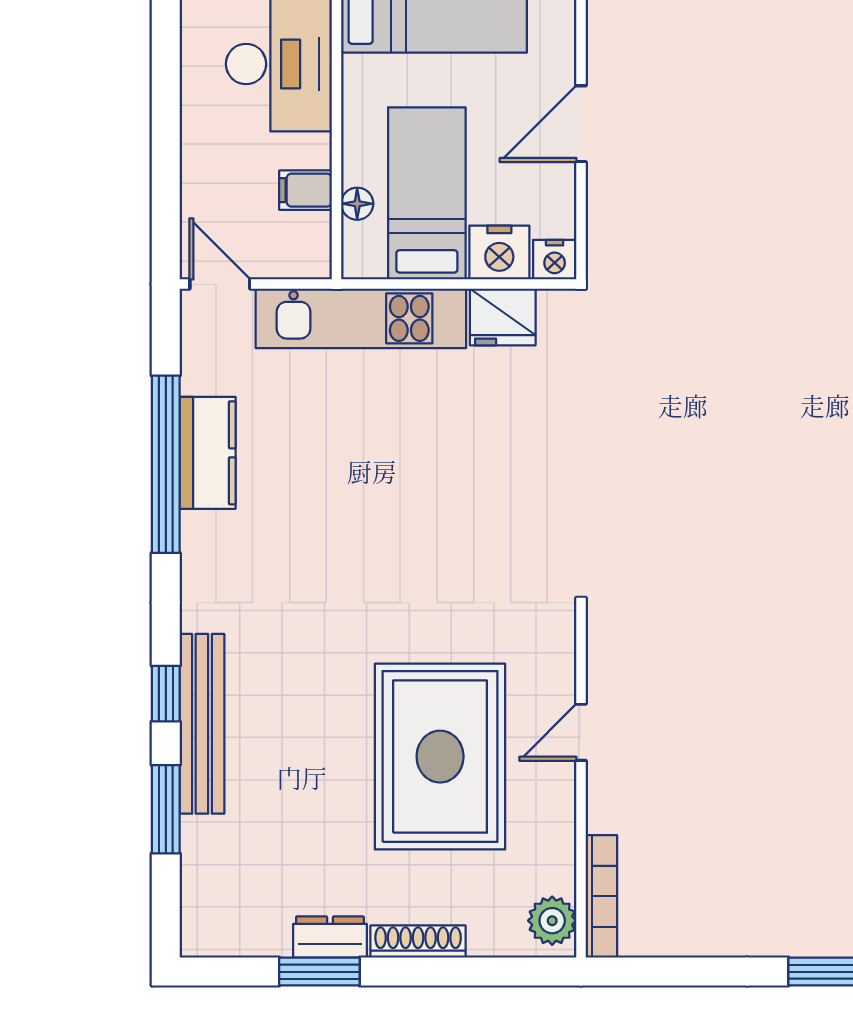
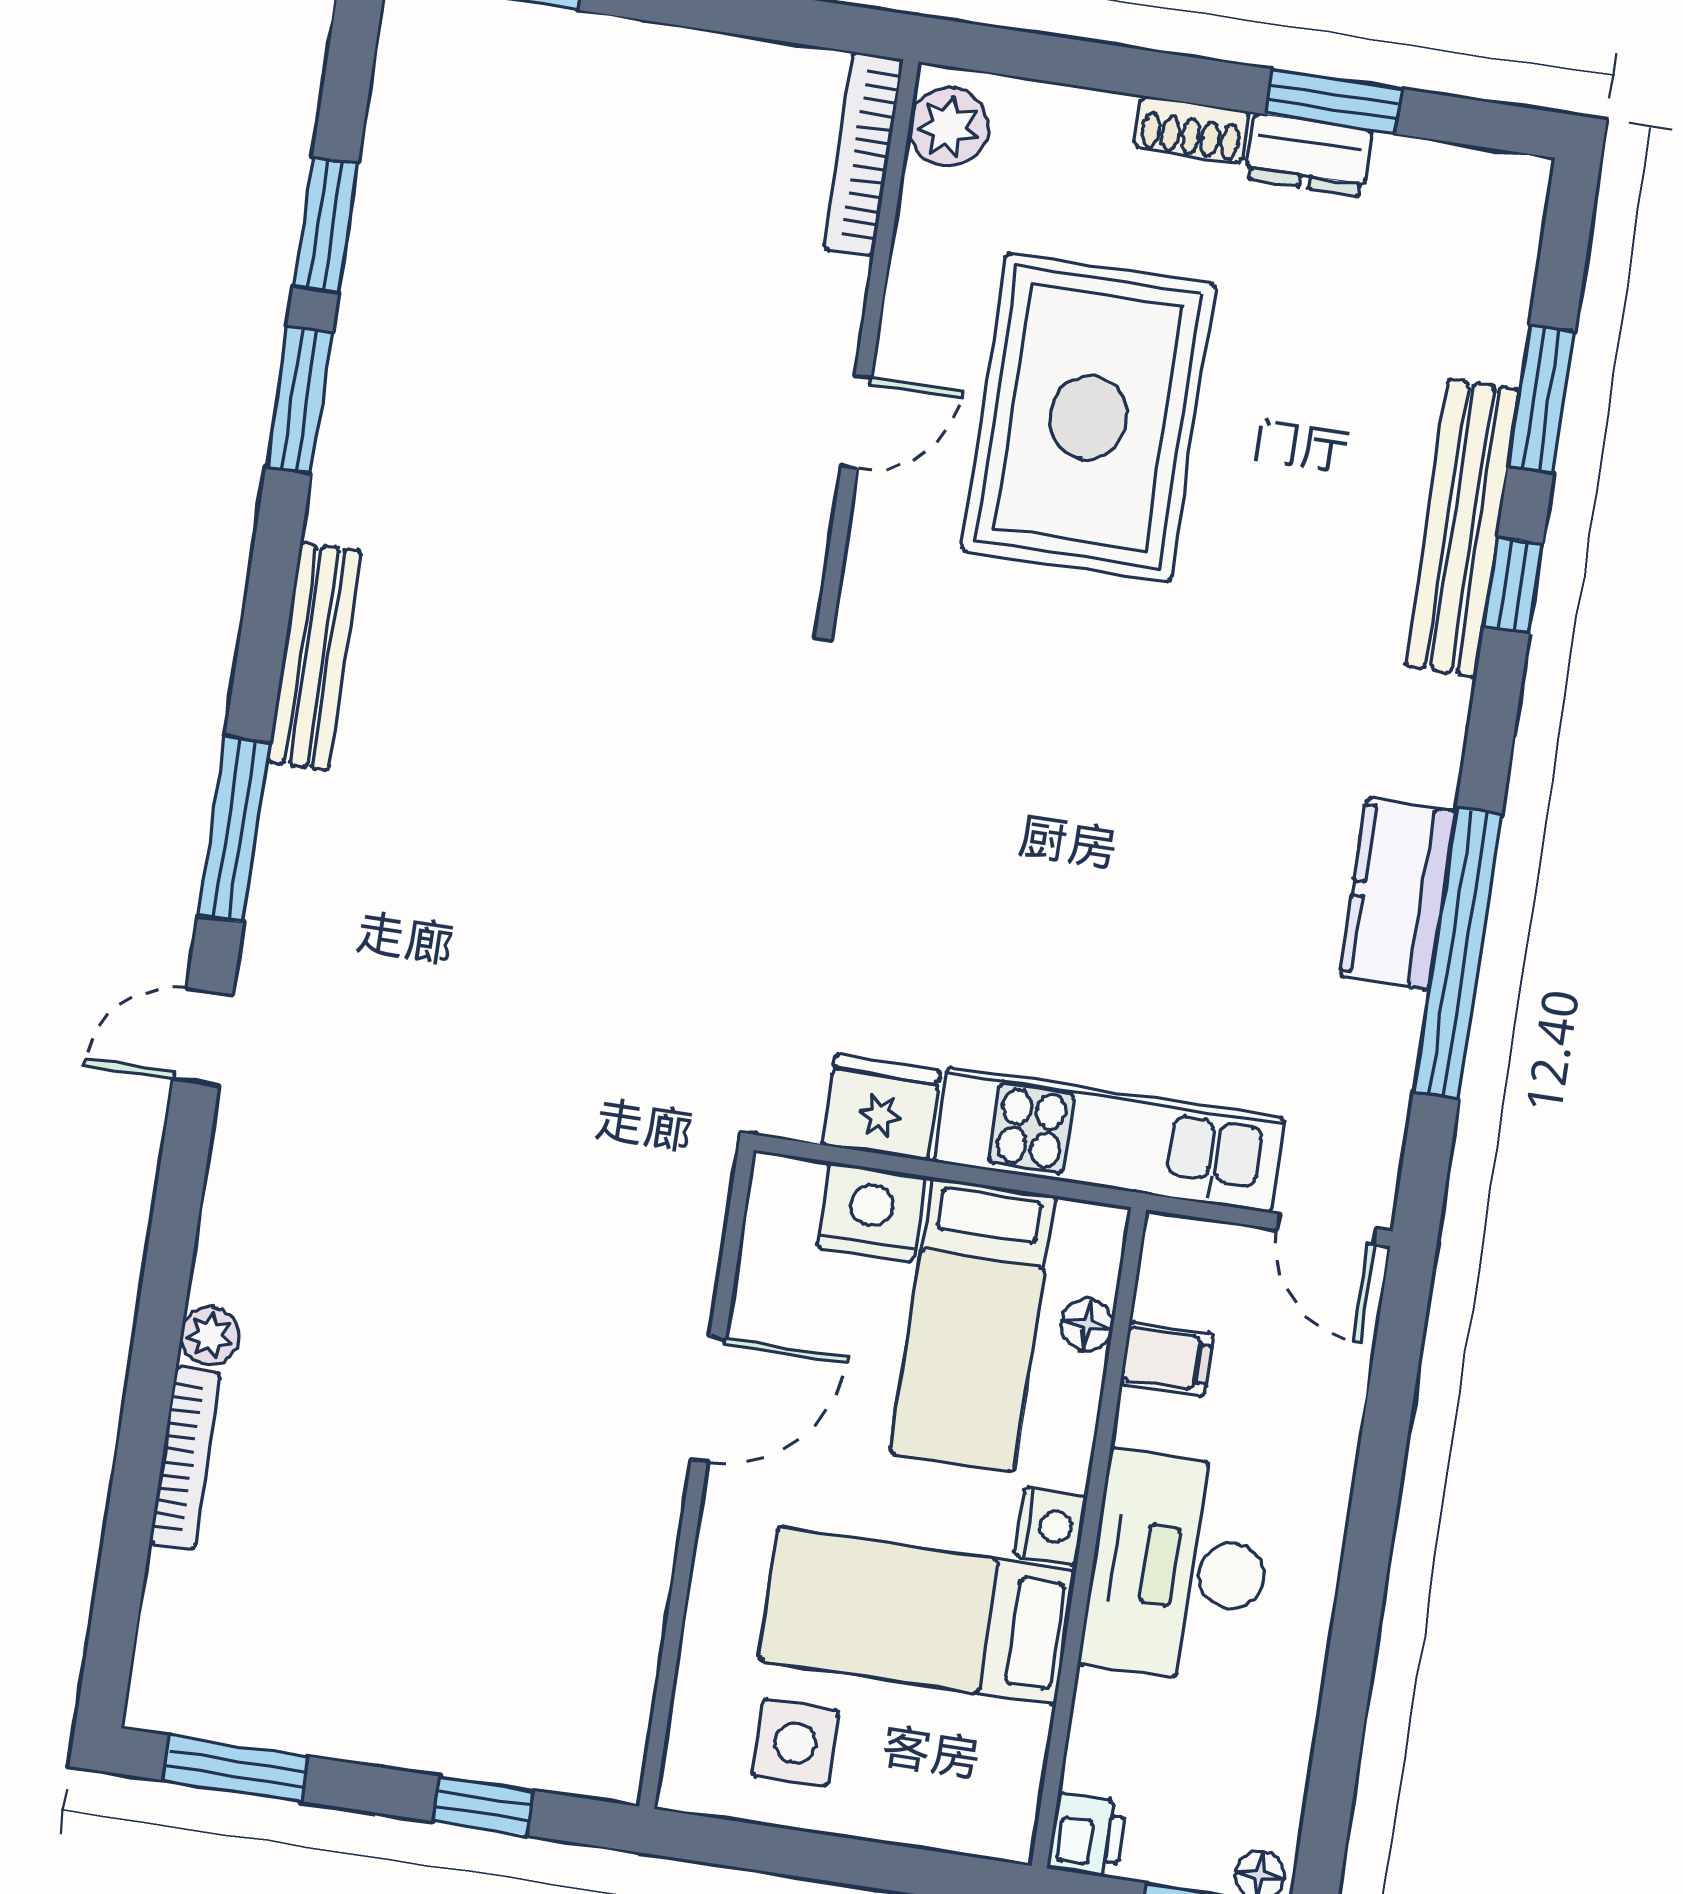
nightstand: (555, 260) -> (1051, 1526), moved, turned 90
kitchen counter: (208, 453) -> (1398, 894), moved
shoe rack: (418, 942) -> (1192, 129), width x0.70

